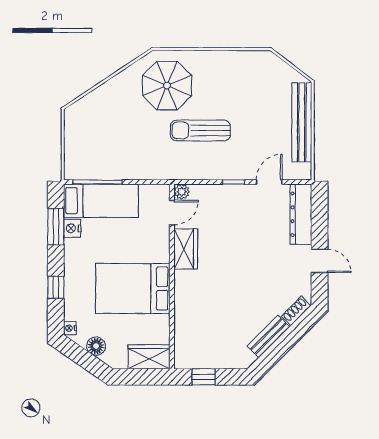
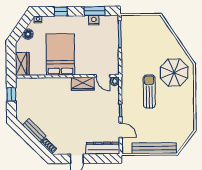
bed: (101, 201) -> (109, 36), removed

